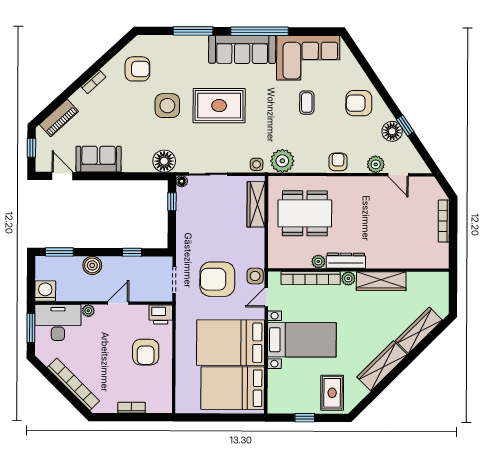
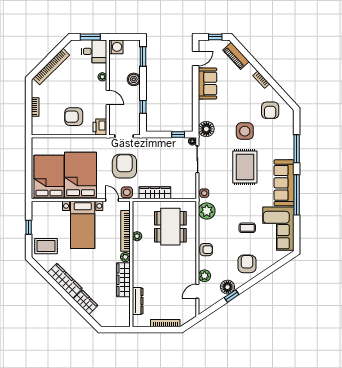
wardrobe: (256, 204) -> (155, 193), moved
dresser: (346, 261) -> (138, 301), moved
desk: (58, 323) -> (94, 51), width x0.73
wardrobe: (419, 330) -> (86, 302), width x0.67

